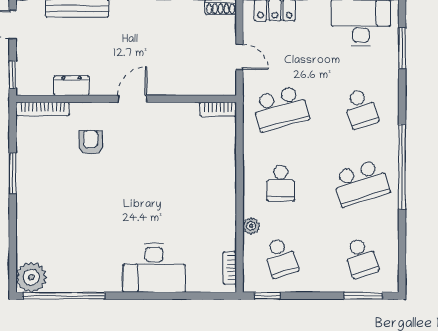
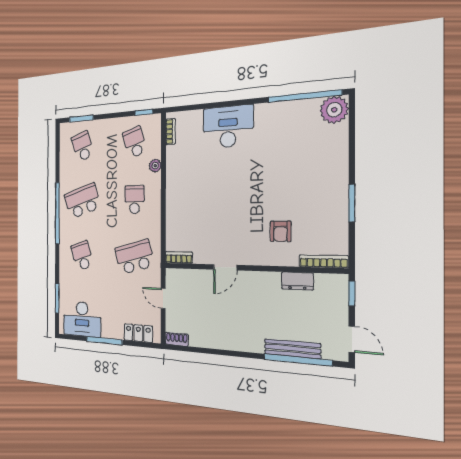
door: (132, 99) -> (225, 267), moved

